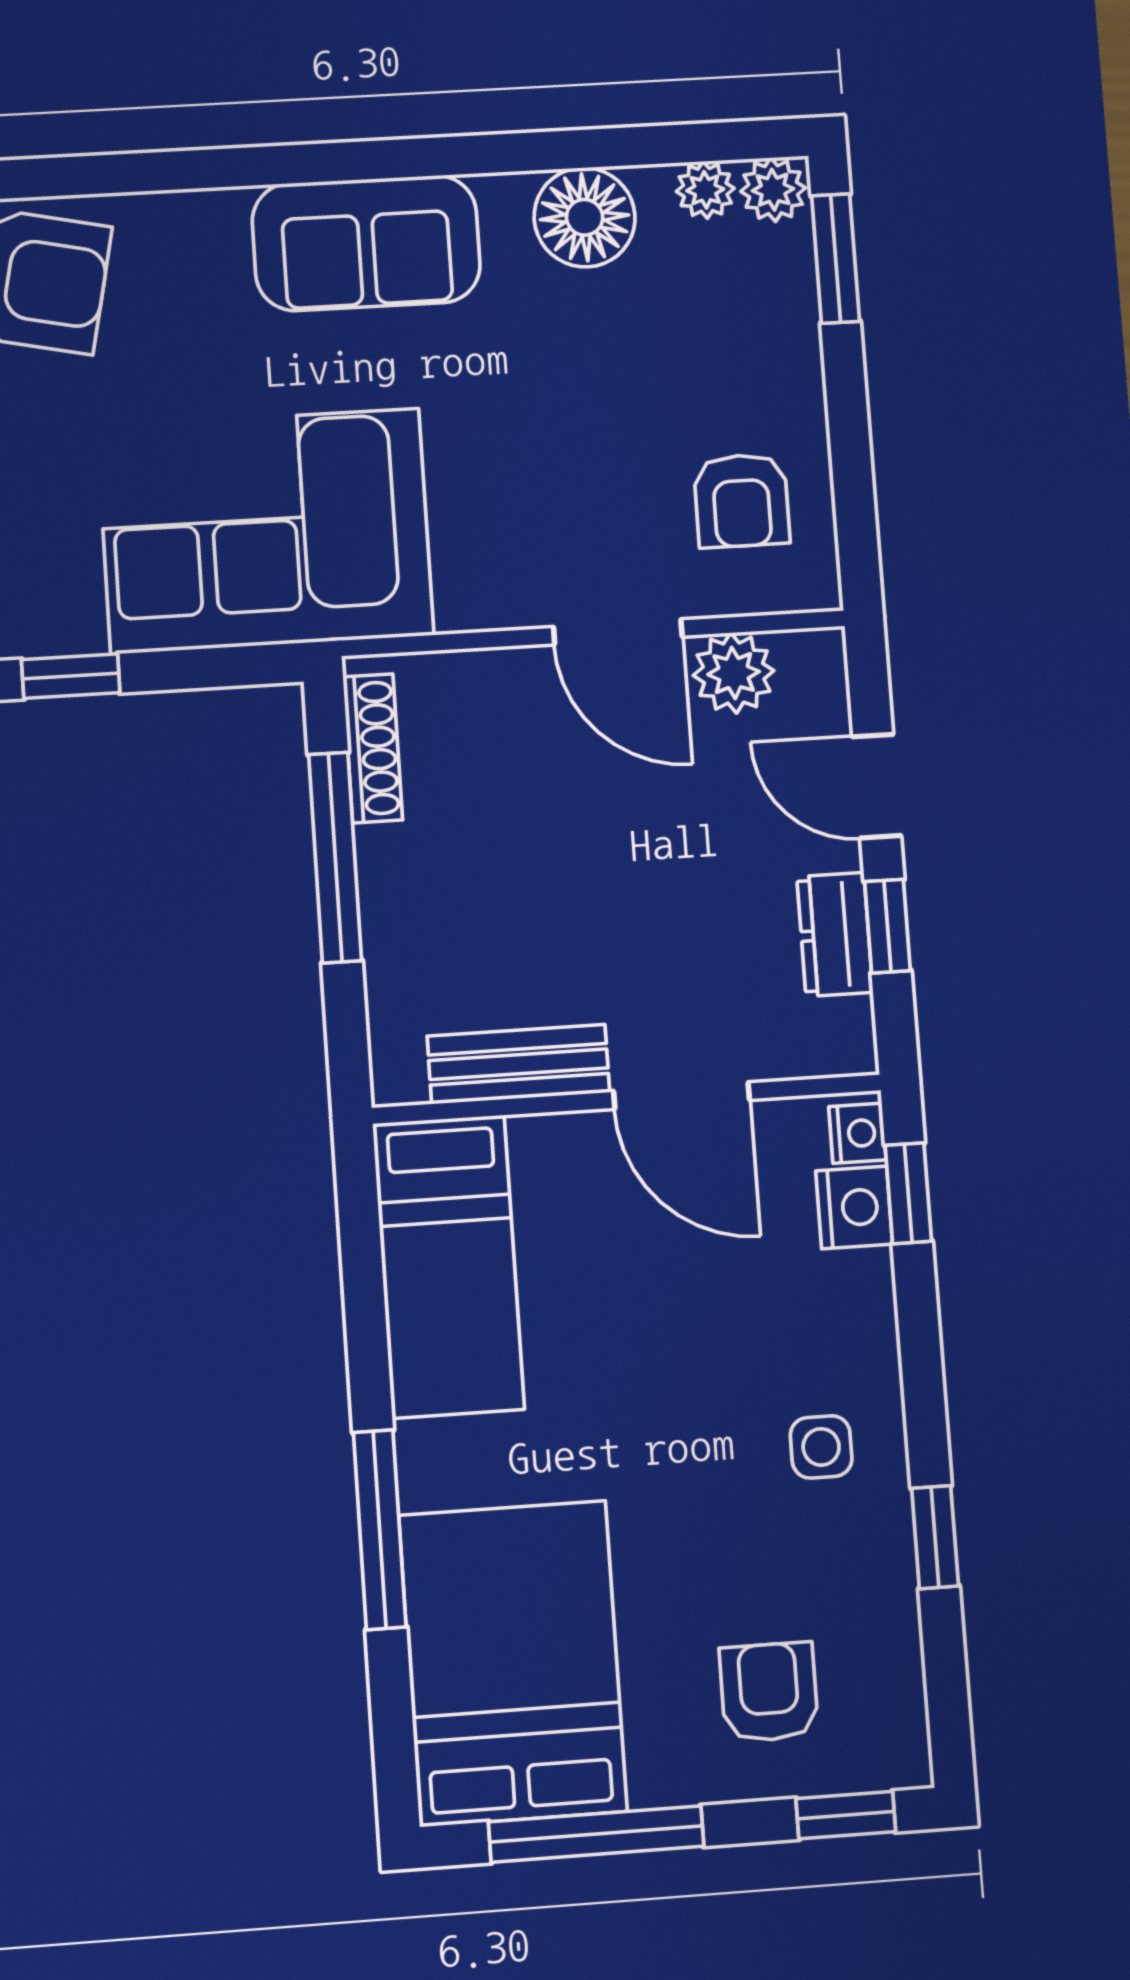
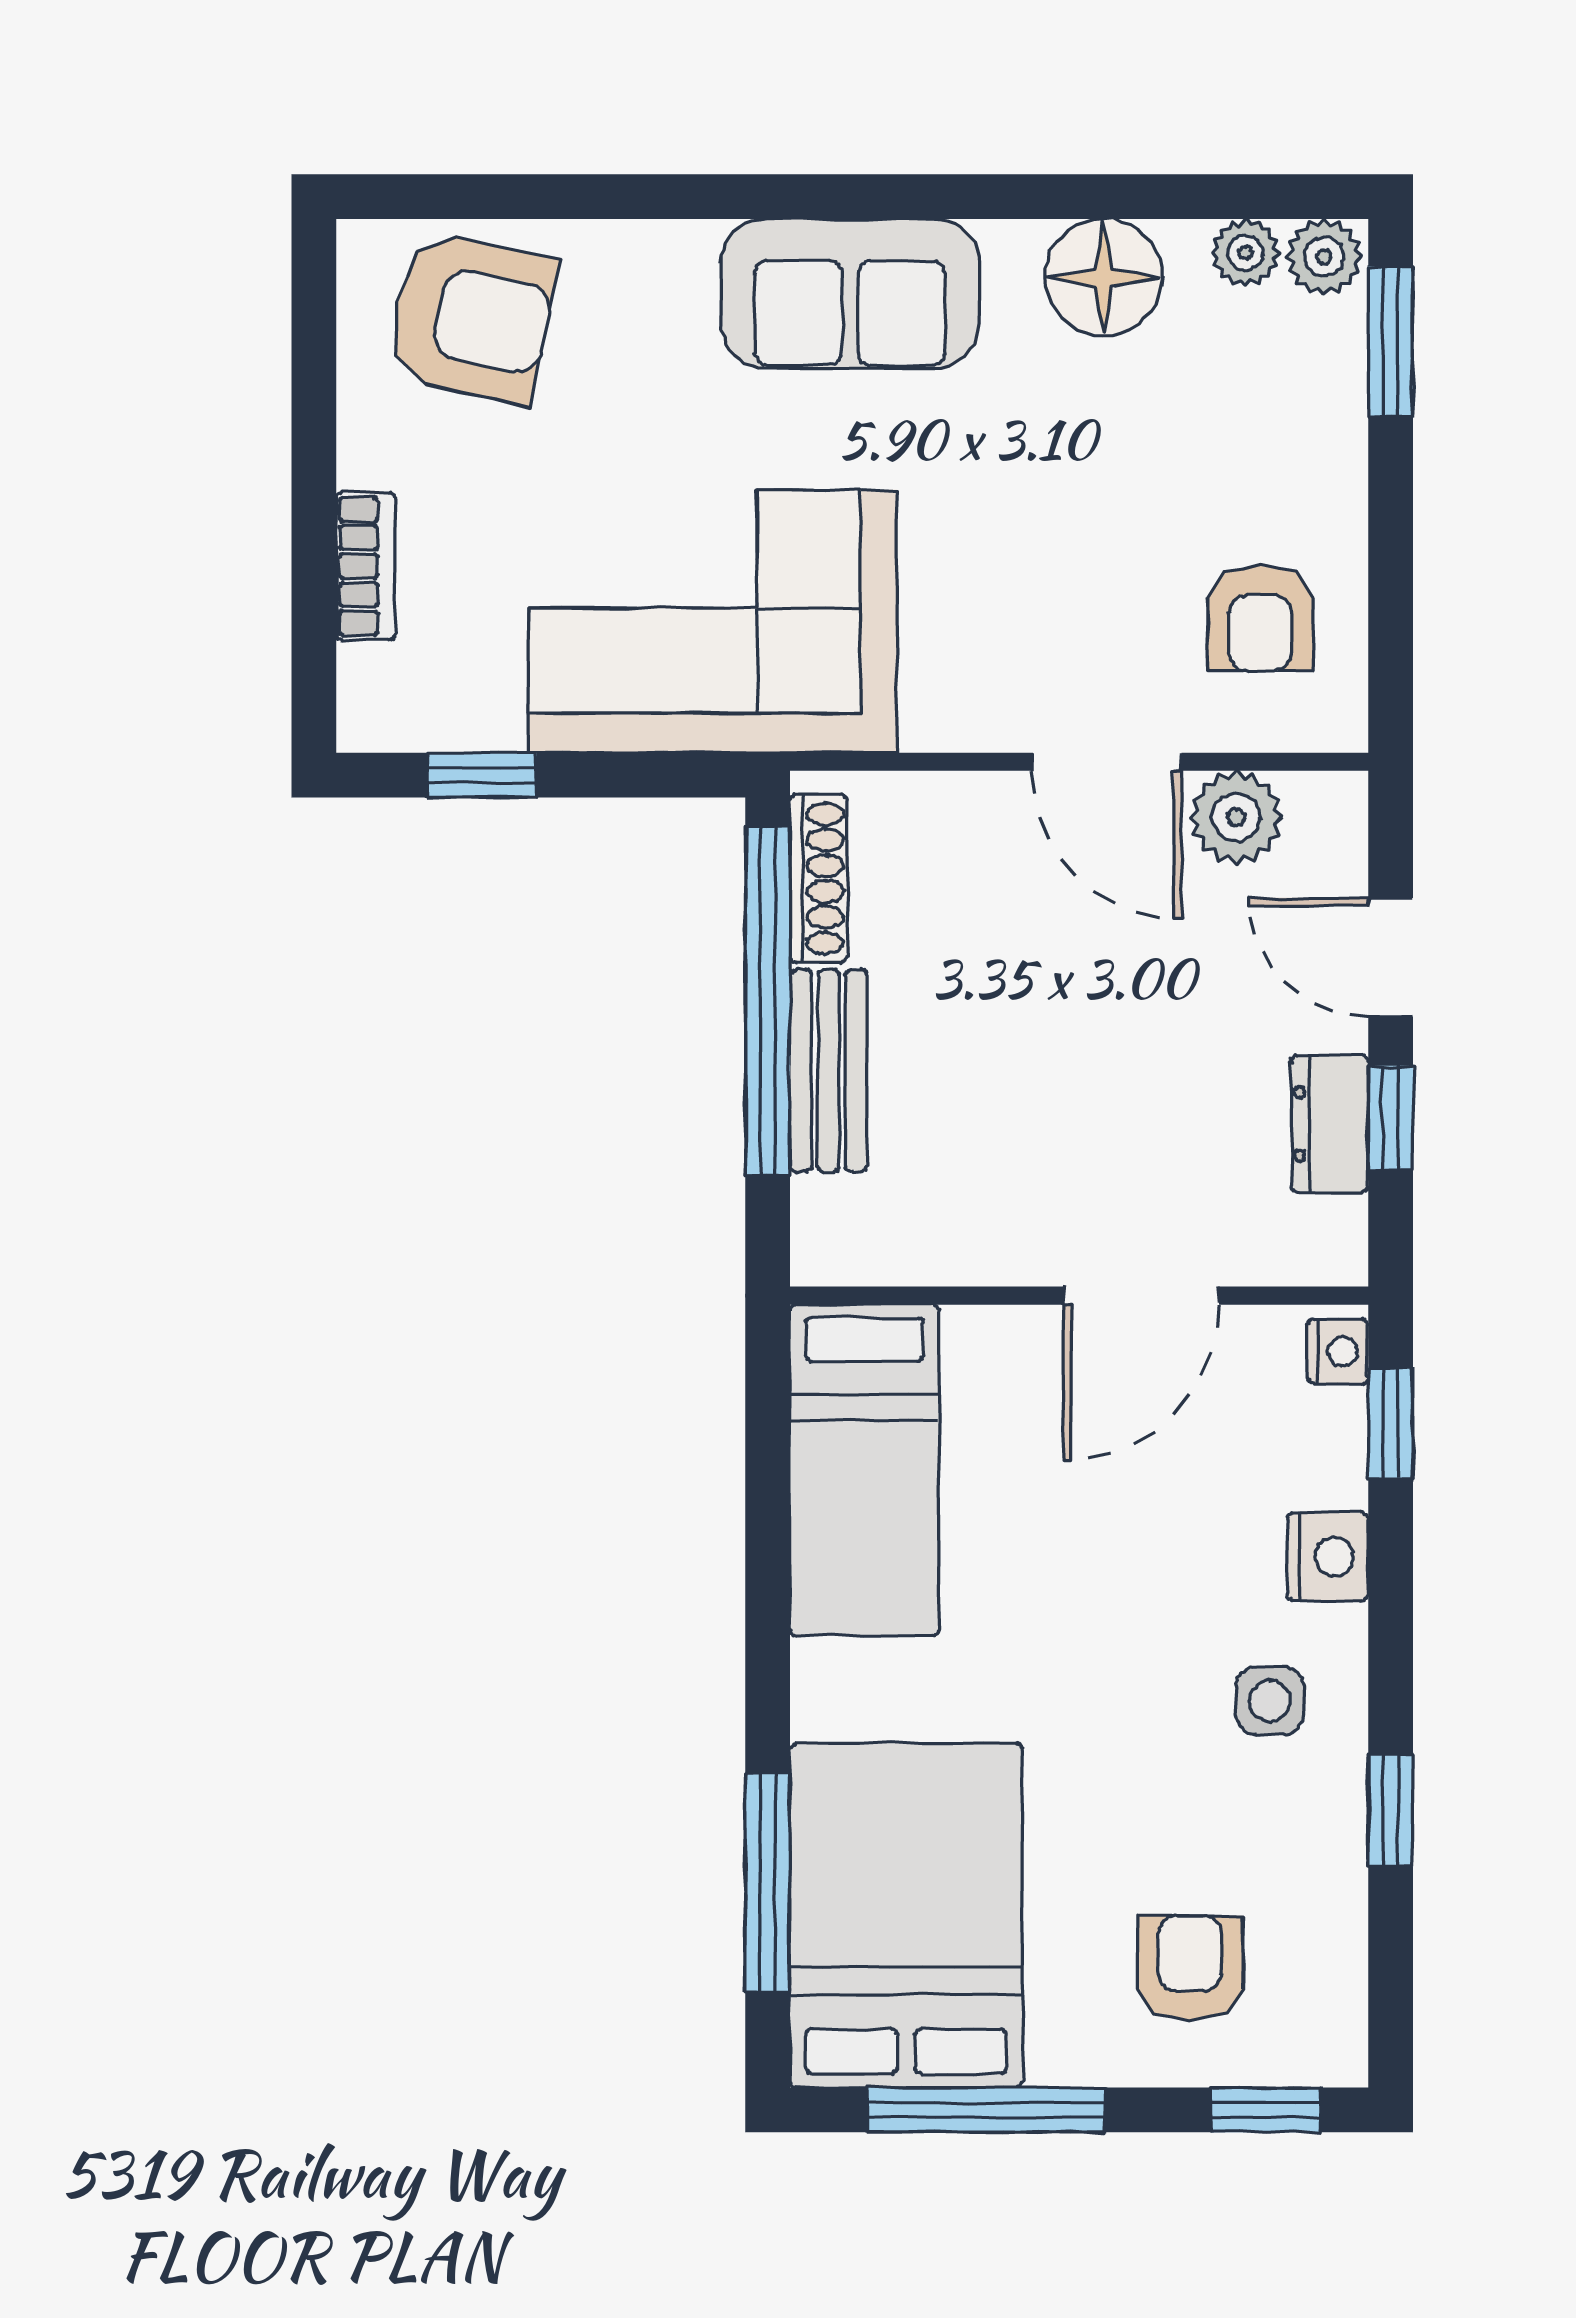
window: (335, 857) -> (768, 1000), width x1.46
bench: (518, 1064) -> (828, 1071), moved, turned 90
door: (682, 1096) -> (1141, 1296), hinge flipped
nightstand: (854, 1207) -> (1328, 1557), moved
window: (380, 1530) -> (768, 1882), moved

